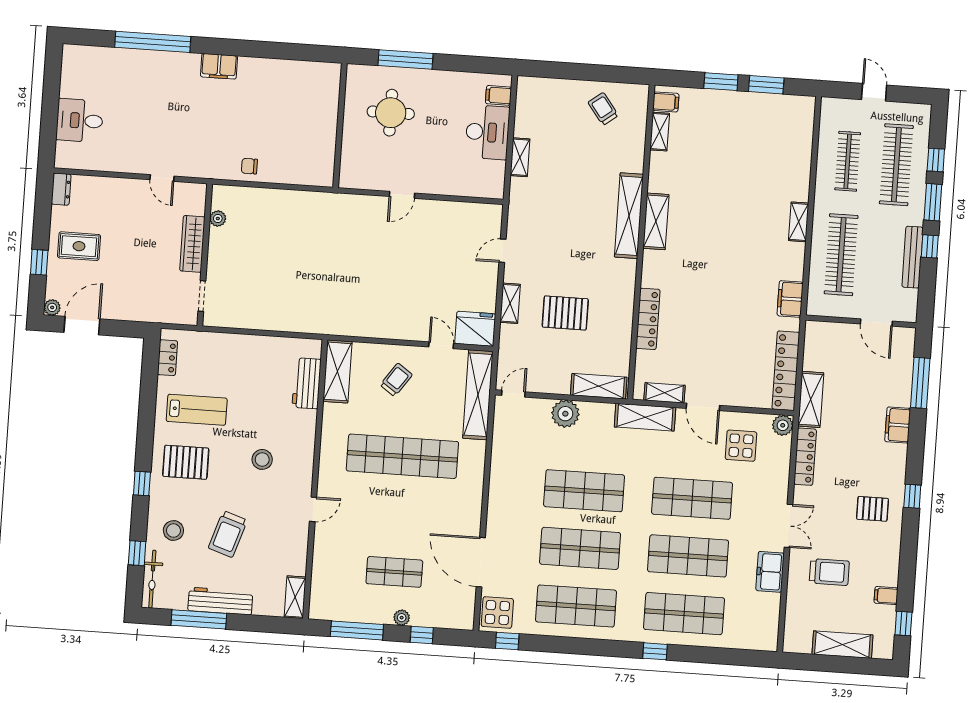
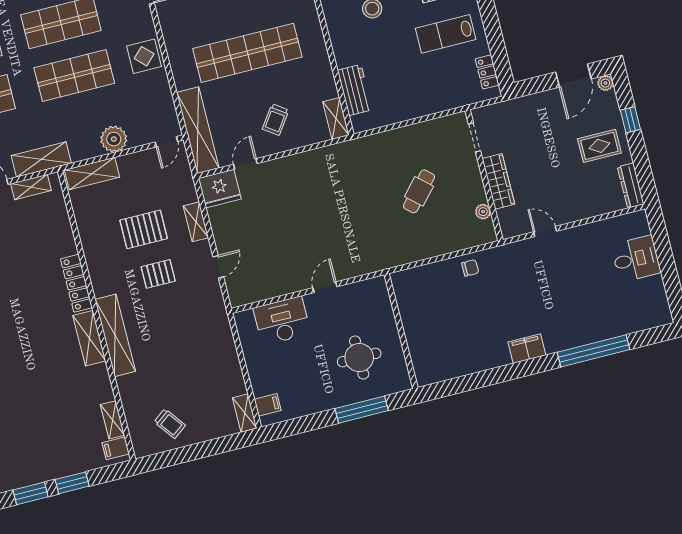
desk: (487, 132) -> (282, 321), moved, turned 90
shelving: (520, 157) -> (245, 413), moved
dresser: (61, 189) -> (631, 185), width x1.44
cafe table: (276, 260) -> (419, 191), added
pallet: (565, 263) -> (158, 274), added
locker: (648, 319) -> (76, 283), moved
door: (441, 345) -> (245, 164), swing flipped
shelving: (337, 371) -> (336, 119), width x0.67, depth x0.75
display table: (507, 487) -> (144, 56), added

